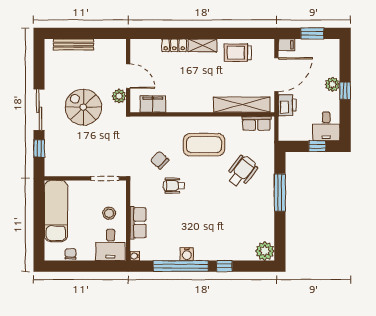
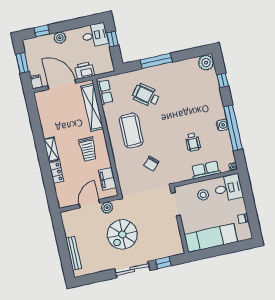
trolley: (238, 53) -> (88, 149), moved
window: (345, 91) -> (42, 31), moved
wheelchair: (174, 186) -> (193, 142), moved
window: (224, 266) -> (223, 80), moved

